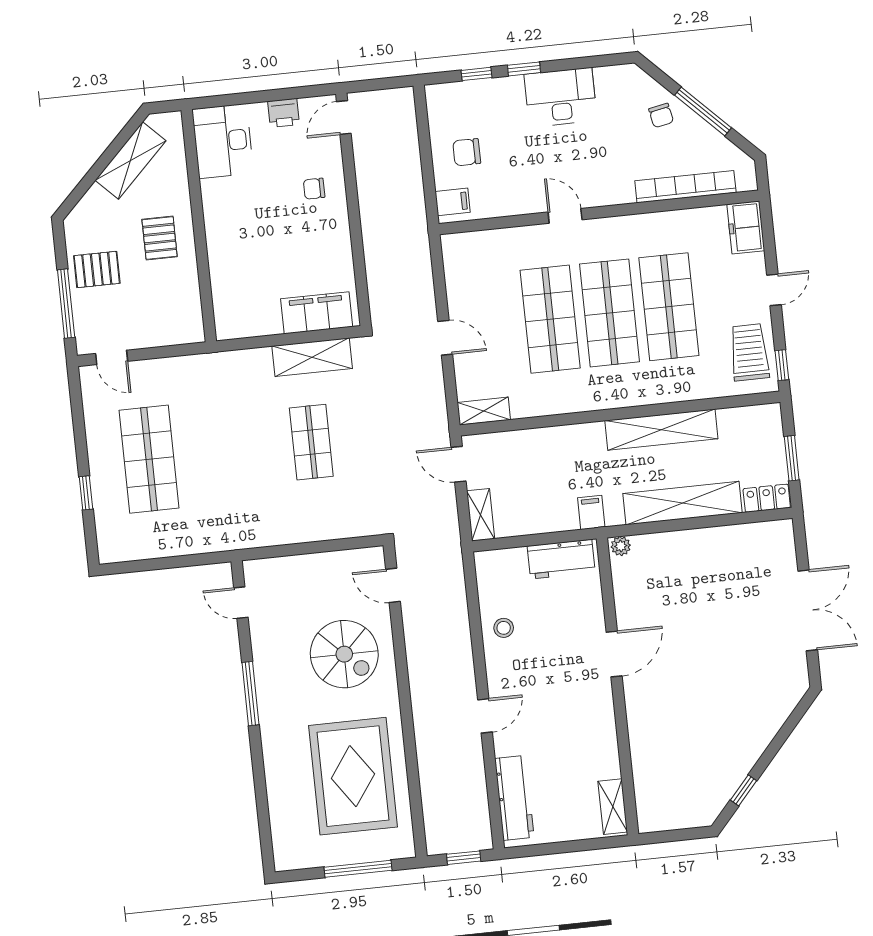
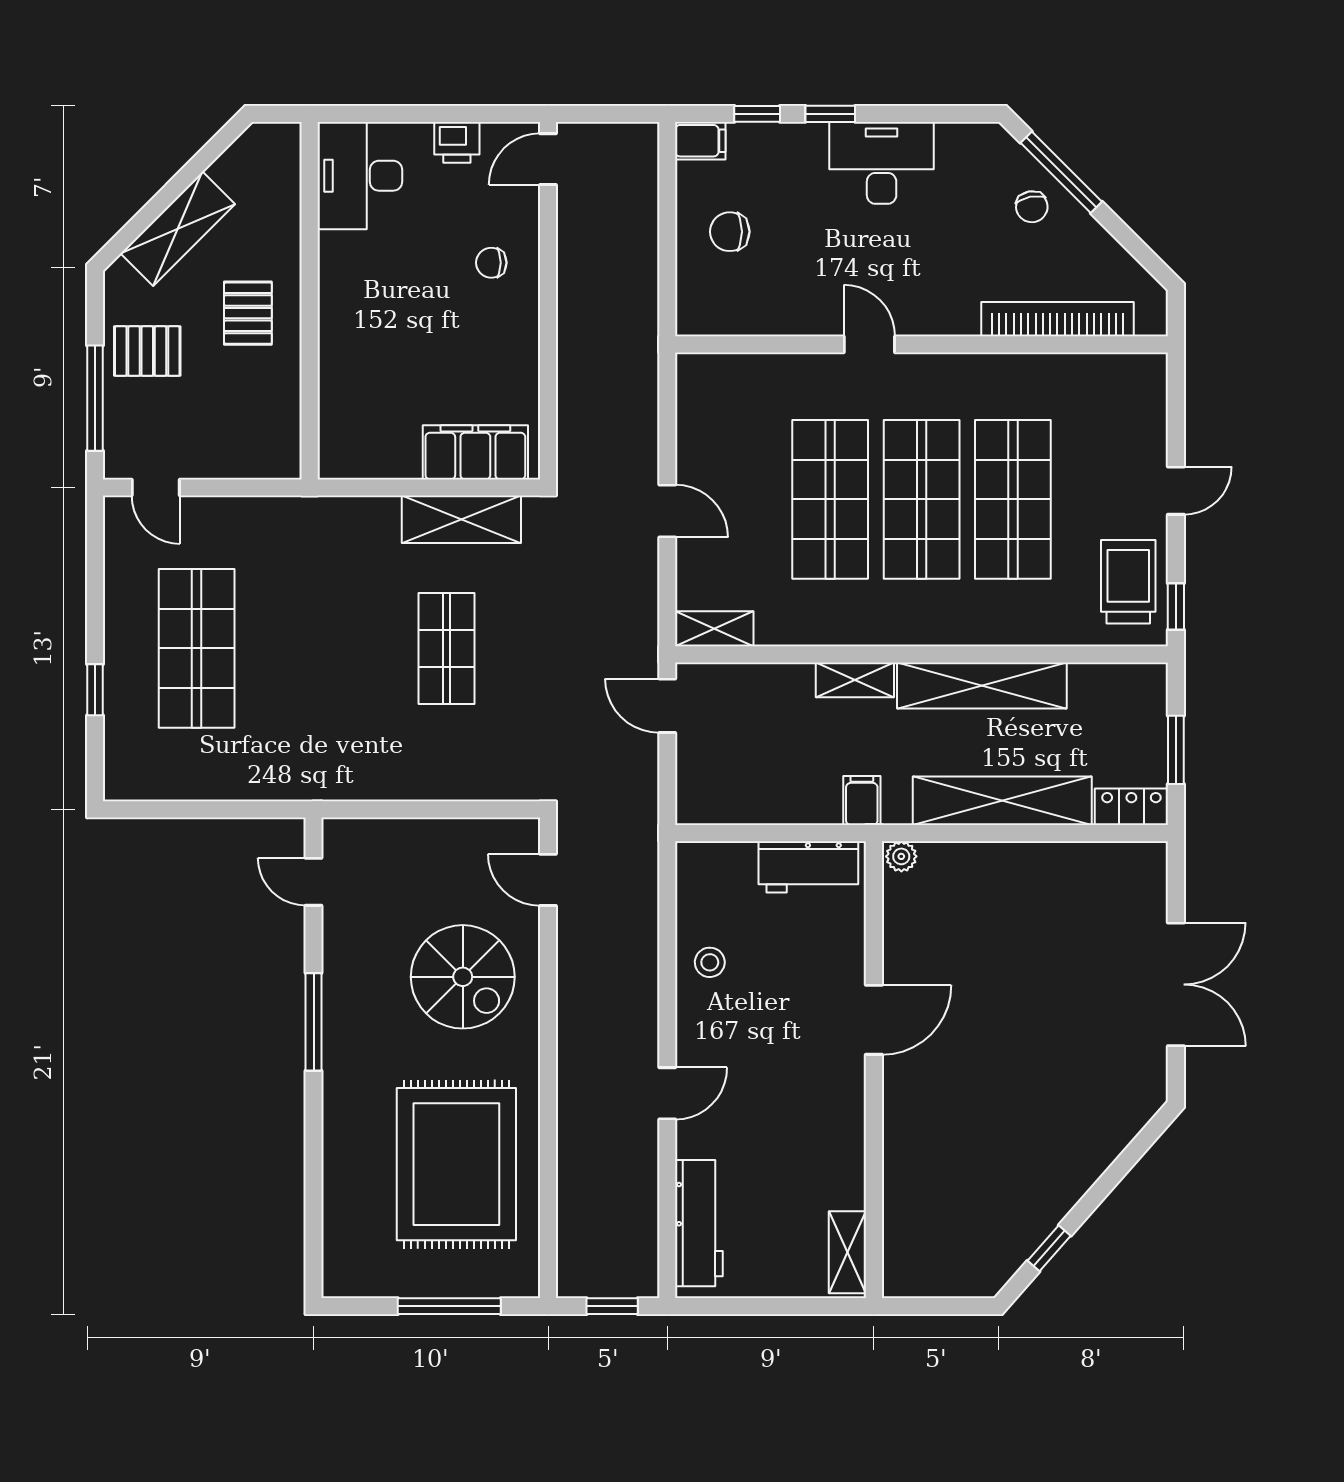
window: (703, 111) -> (1061, 172), moved
shelving: (130, 161) -> (178, 229), moved
filing cabinet: (453, 202) -> (700, 141), moved
freezer: (746, 227) -> (1143, 391), removed
shelving: (481, 515) -> (855, 680), moved, turned 90

